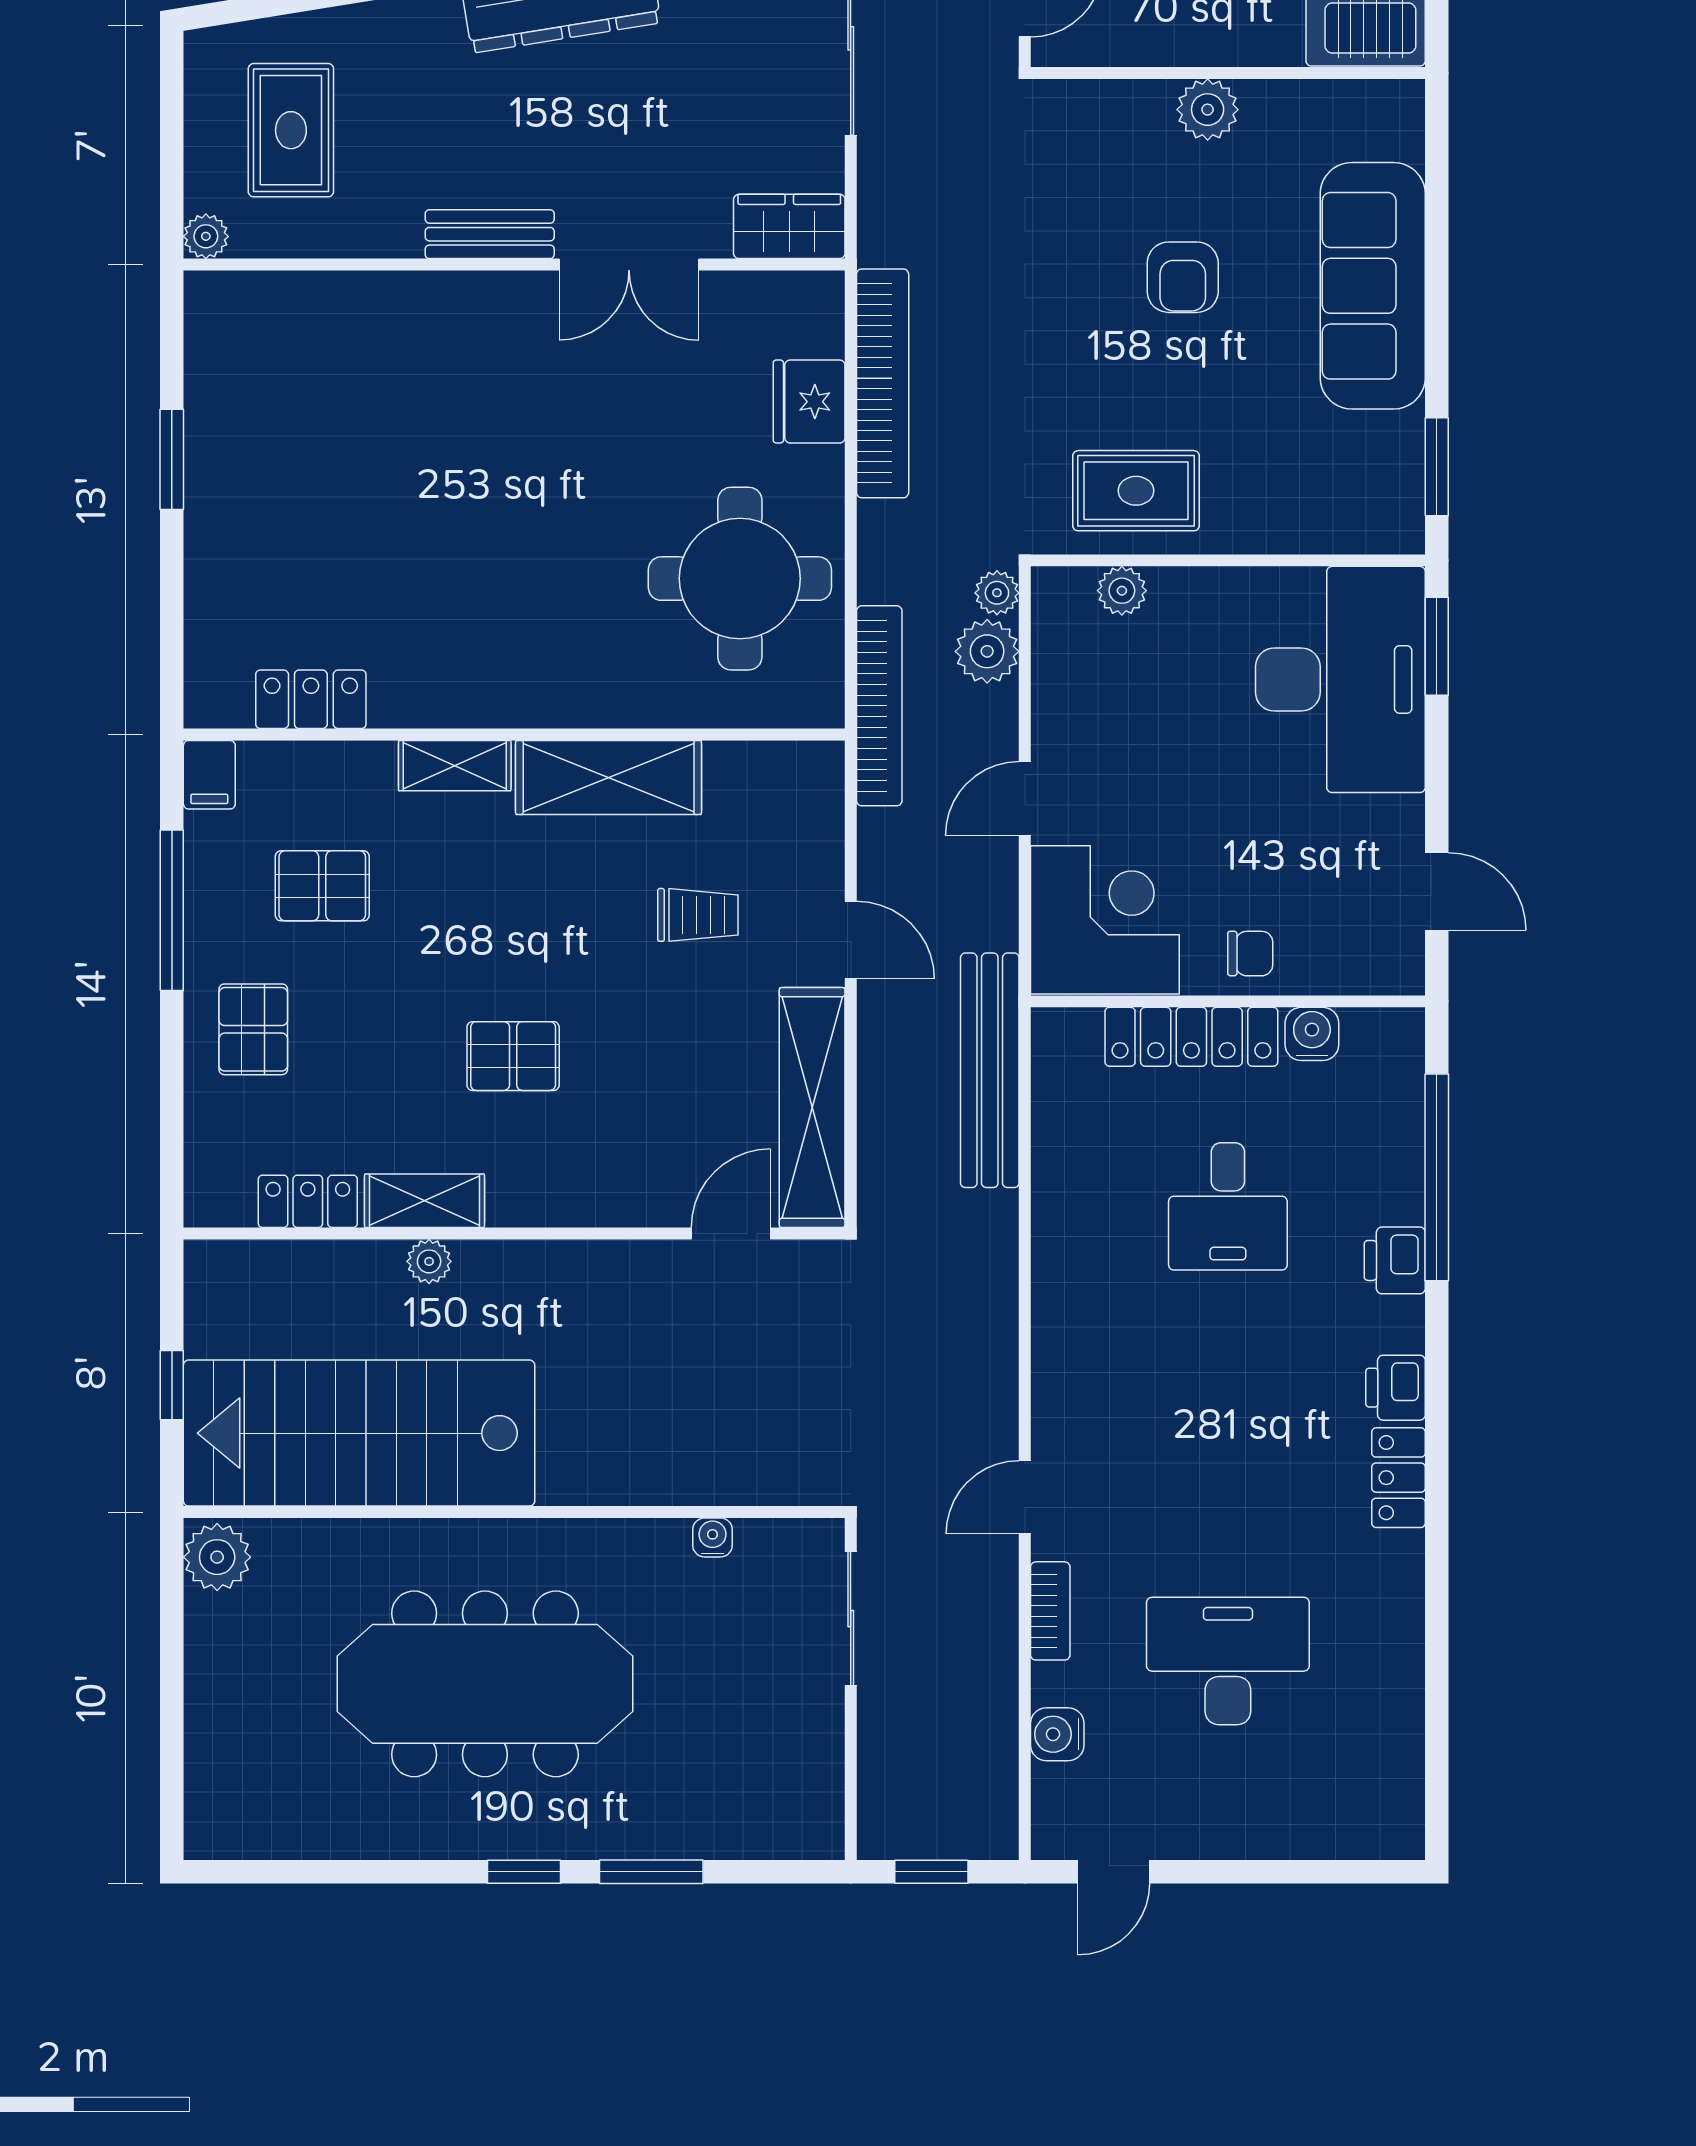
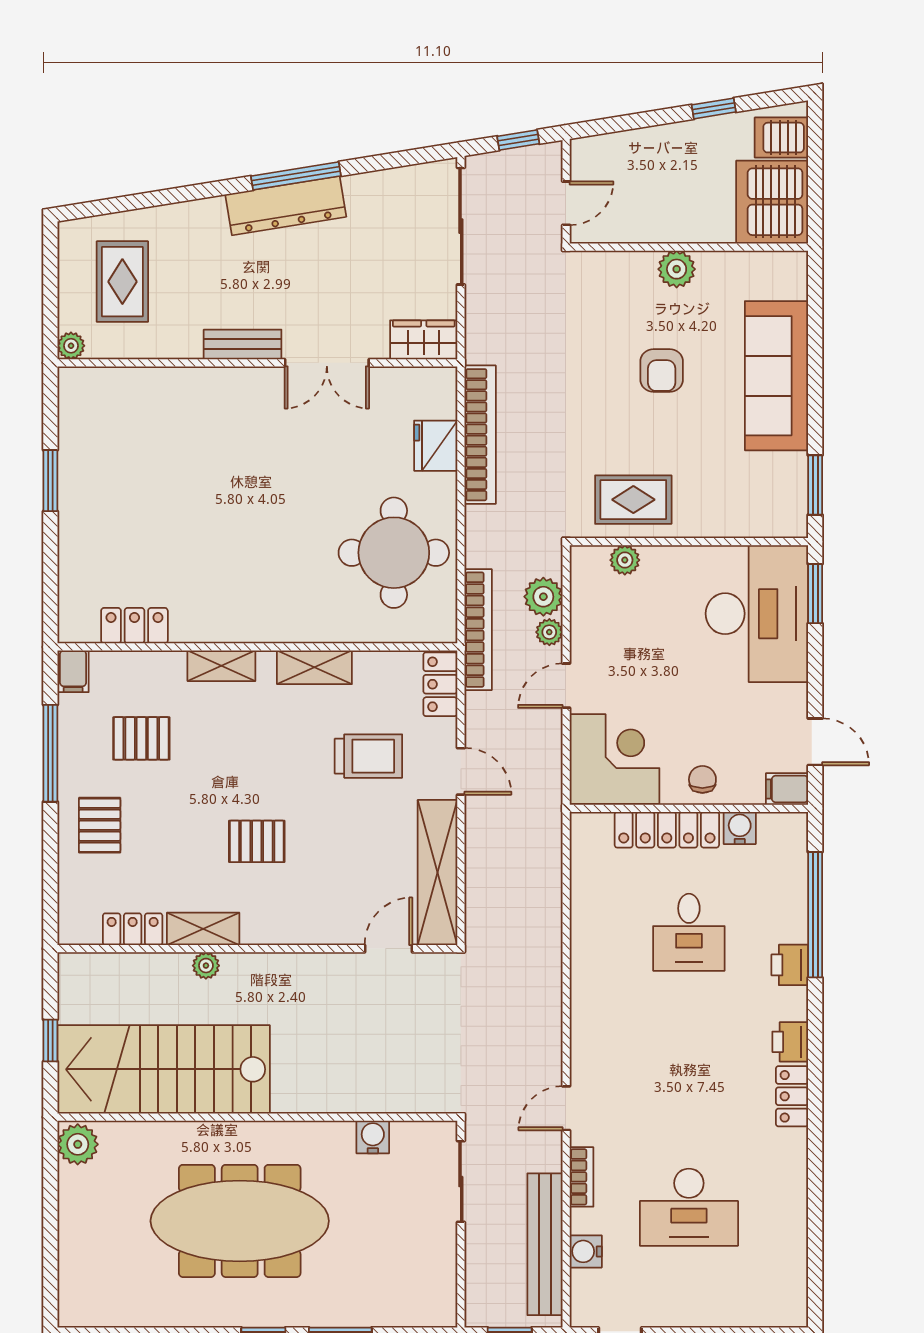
plant: (997, 593) -> (549, 632), moved
shelving: (609, 777) -> (314, 667), width x0.67, depth x0.75
locker: (817, 796) -> (440, 684), added
trolley: (698, 915) -> (368, 756), width x1.36, depth x1.39
chair: (1250, 954) -> (702, 779), turned -90
filing cabinet: (1390, 969) -> (787, 789), added
bench: (990, 1070) -> (545, 1244), moved
water cooler: (713, 1537) -> (373, 1137), width x1.38, depth x1.38
desk: (1228, 1661) -> (689, 1207), turned 180

